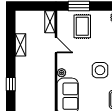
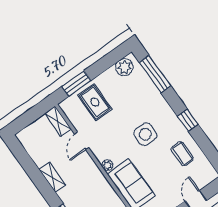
shelving: (20, 45) -> (52, 177), moved
door: (56, 45) -> (82, 141), swing flipped

